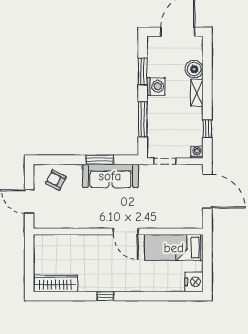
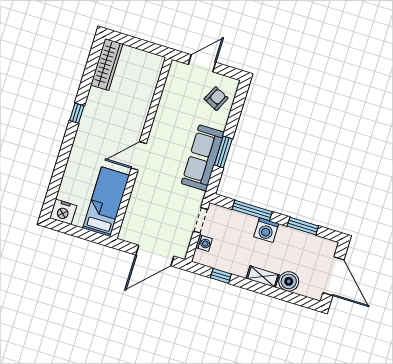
washing machine: (156, 86) -> (266, 230), moved
washing machine: (197, 152) -> (204, 243), moved

